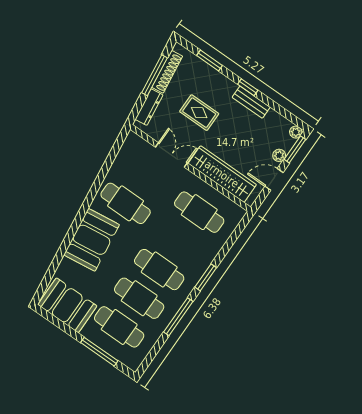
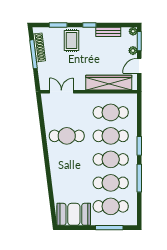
bench: (251, 102) -> (108, 32), moved
dresser: (149, 107) -> (43, 74), removed
rug: (199, 113) -> (72, 40), moved, turned 90
double door: (171, 155) -> (61, 92), moved
booth: (92, 240) -> (62, 169), removed
cafe table: (179, 241) -> (111, 136), added

